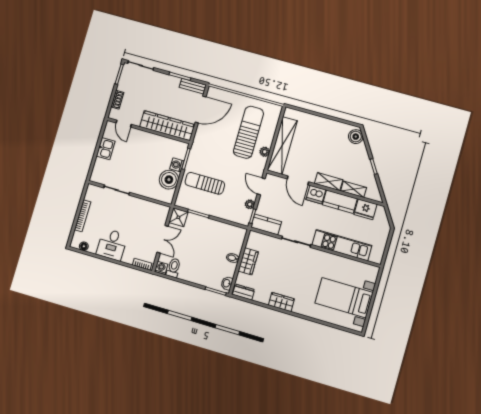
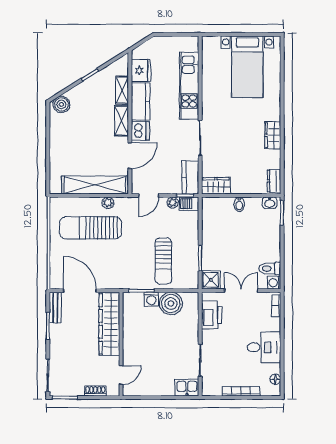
kitchen sink: (106, 149) -> (187, 388), moved
printer: (150, 210) -> (212, 315), added
barbecue: (245, 217) -> (189, 204), added
wardrobe: (248, 261) -> (216, 186), moved

